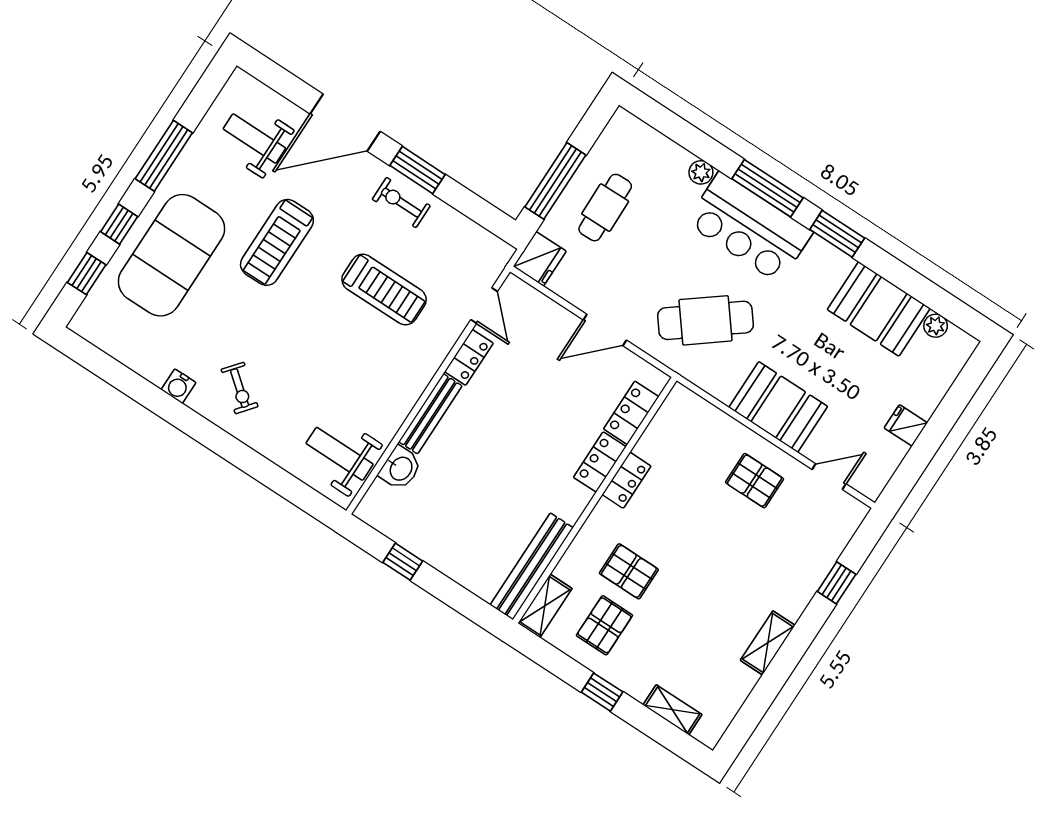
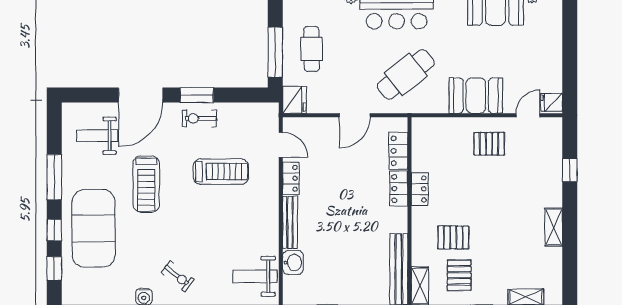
fridge: (906, 425) -> (551, 102), moved

